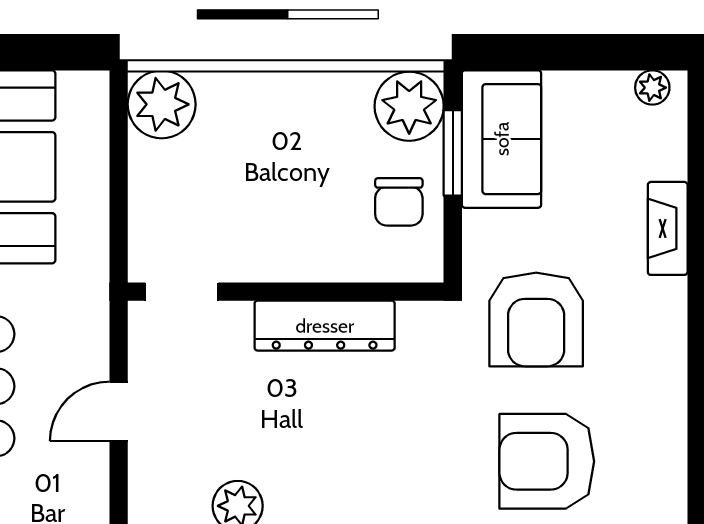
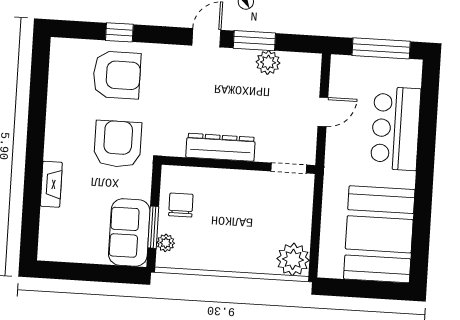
plant: (652, 88) -> (55, 253), removed
plant: (409, 106) -> (166, 243), width x0.53, depth x0.53

